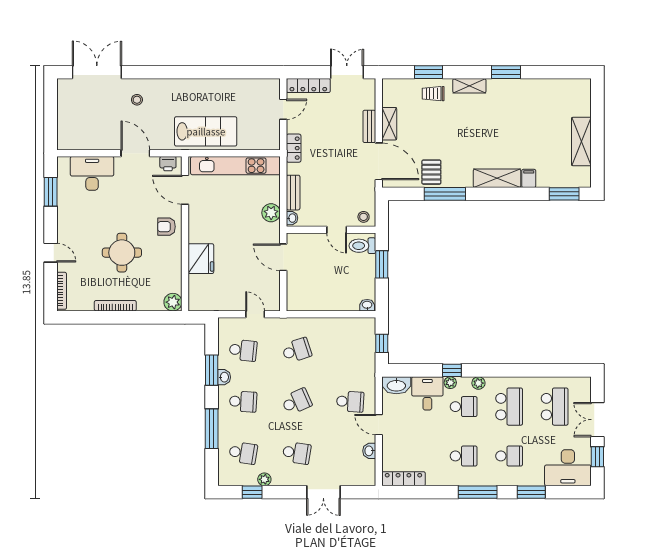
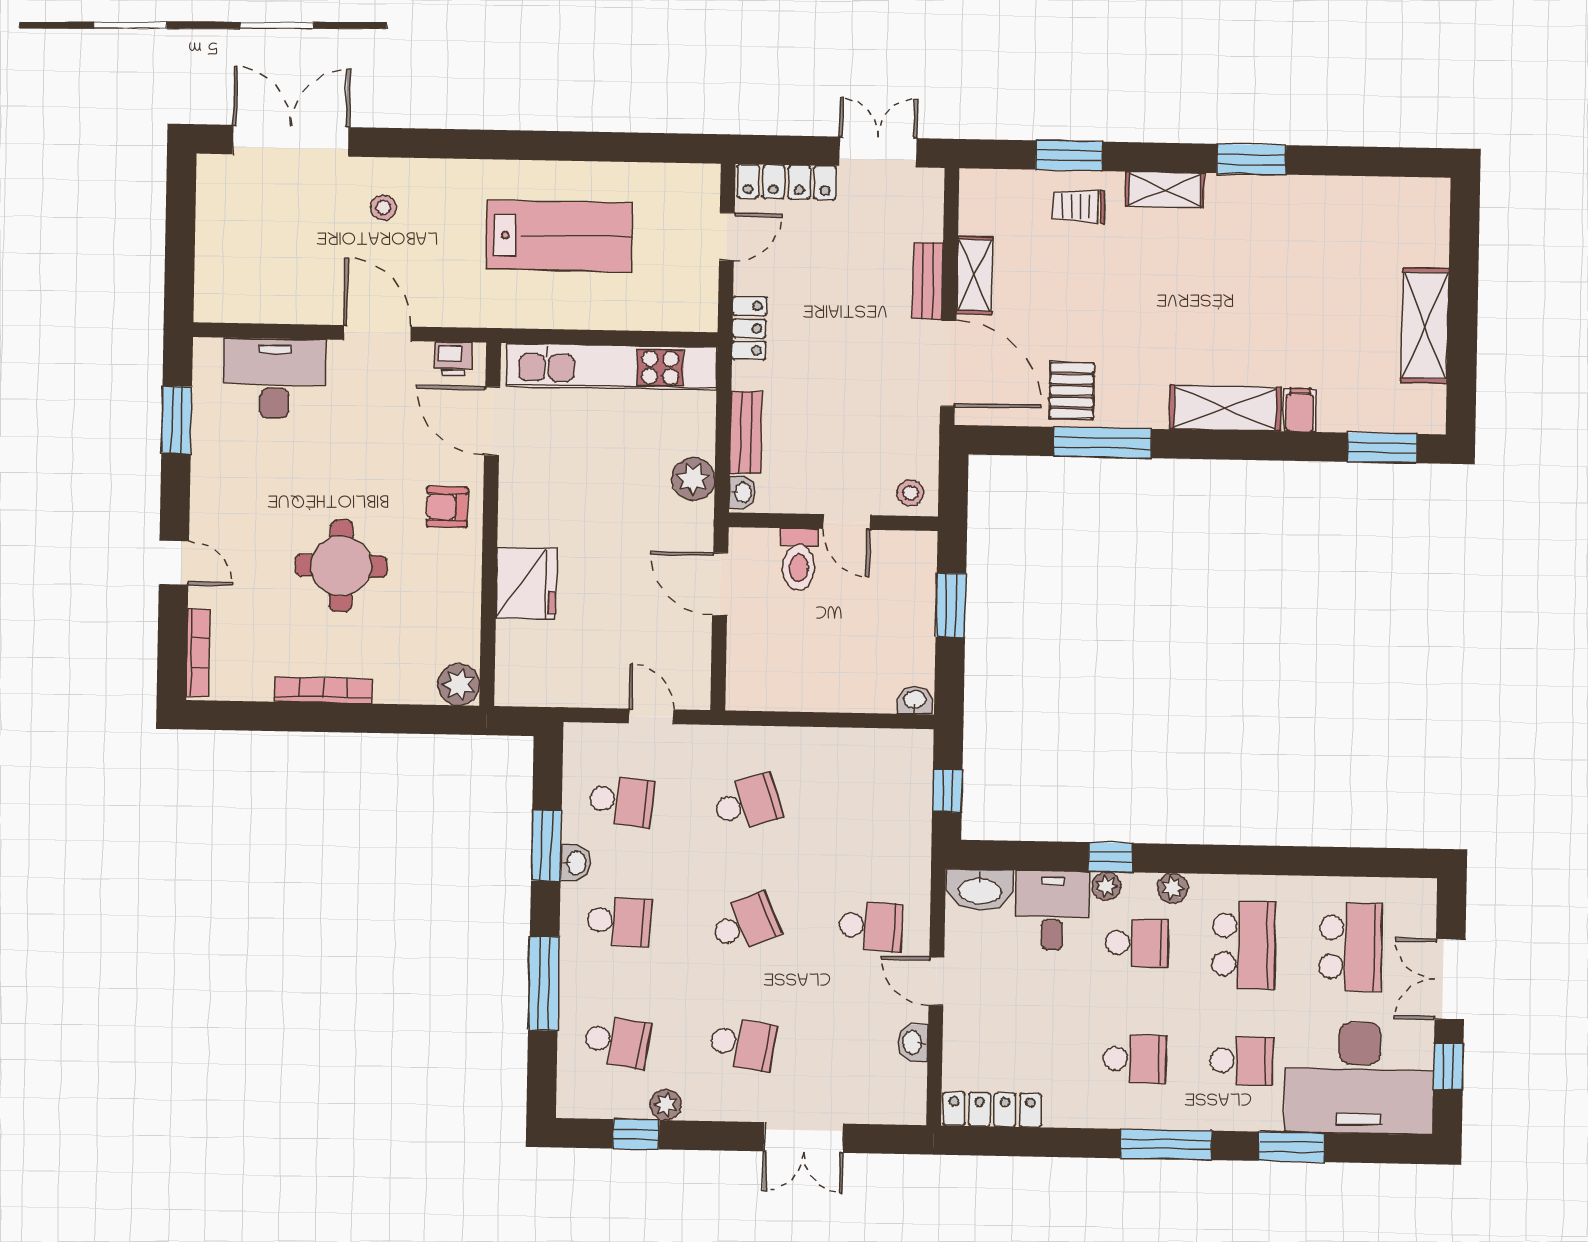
lab bench: (206, 131) -> (559, 236), moved
toilet: (362, 246) -> (799, 559), moved, turned -90
desk: (568, 468) -> (1359, 1078), width x1.36, depth x1.30

